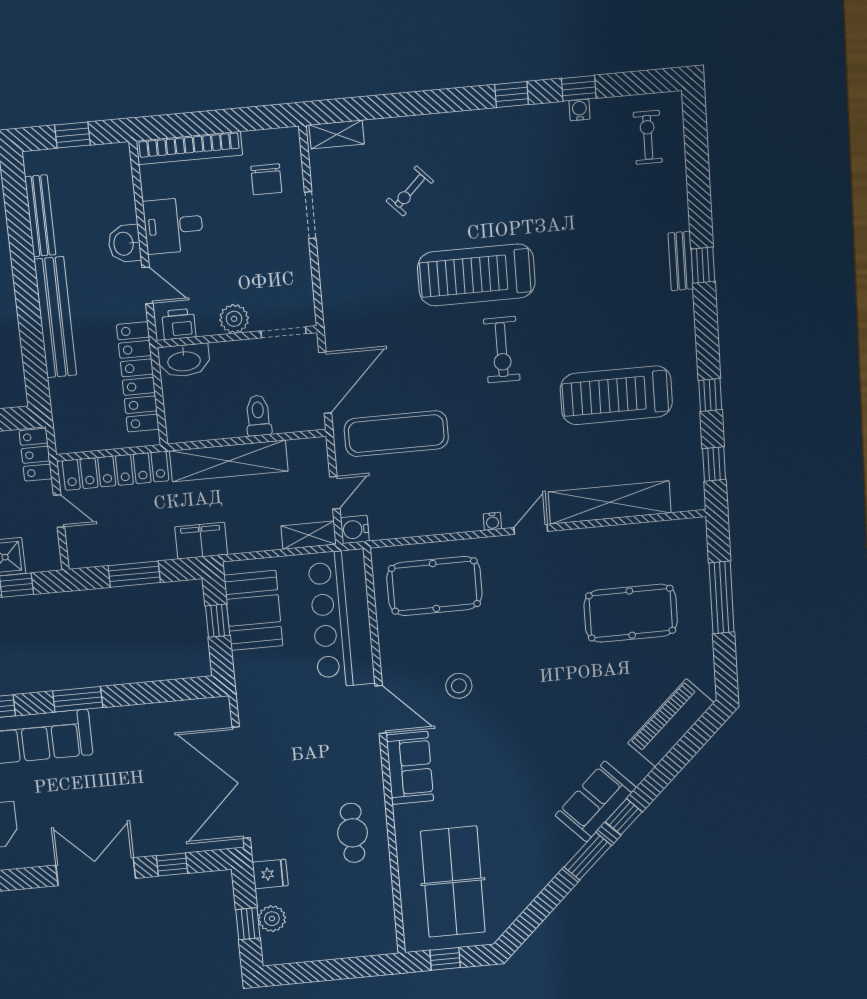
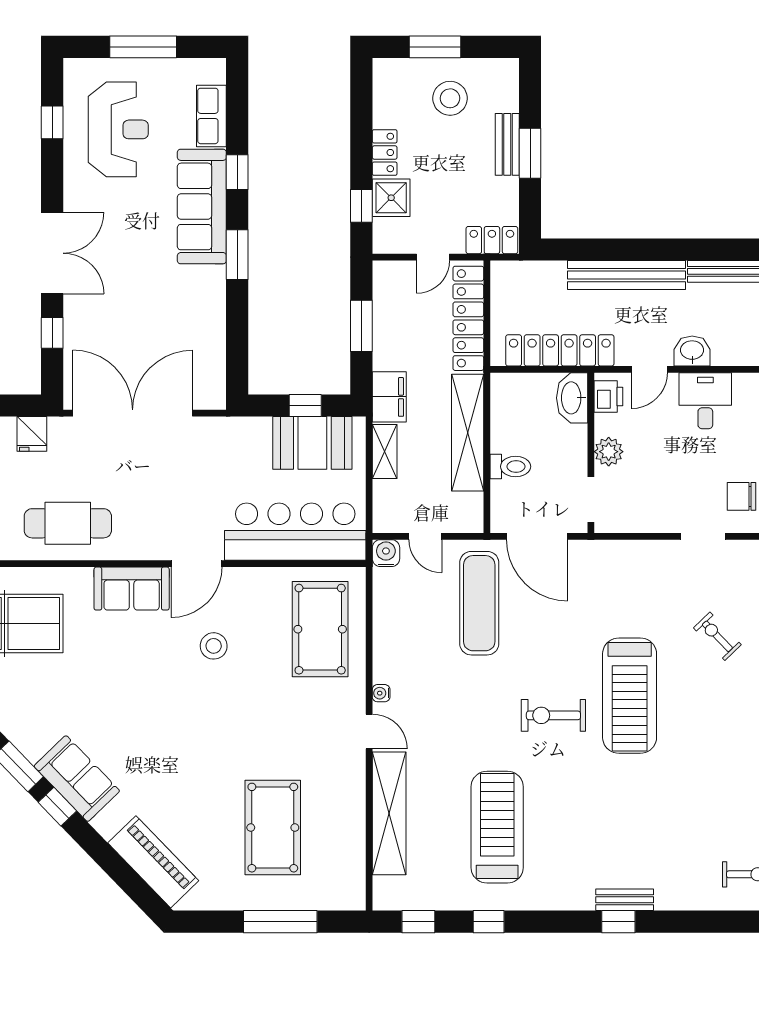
treadmill: (476, 275) -> (630, 696), turned 180
shelving: (309, 535) -> (385, 451), moved
cafe table: (353, 833) -> (68, 523), width x1.37, depth x1.35

